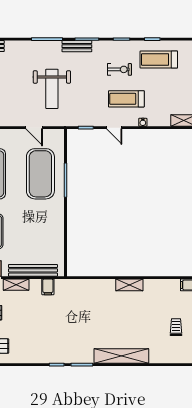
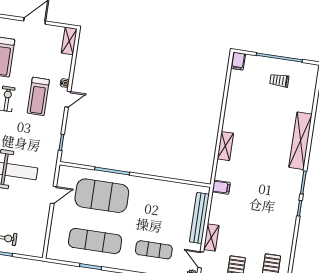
door: (114, 128) -> (68, 99), moved
shelving: (129, 285) -> (225, 146), moved
filing cabinet: (48, 287) -> (221, 187), moved

